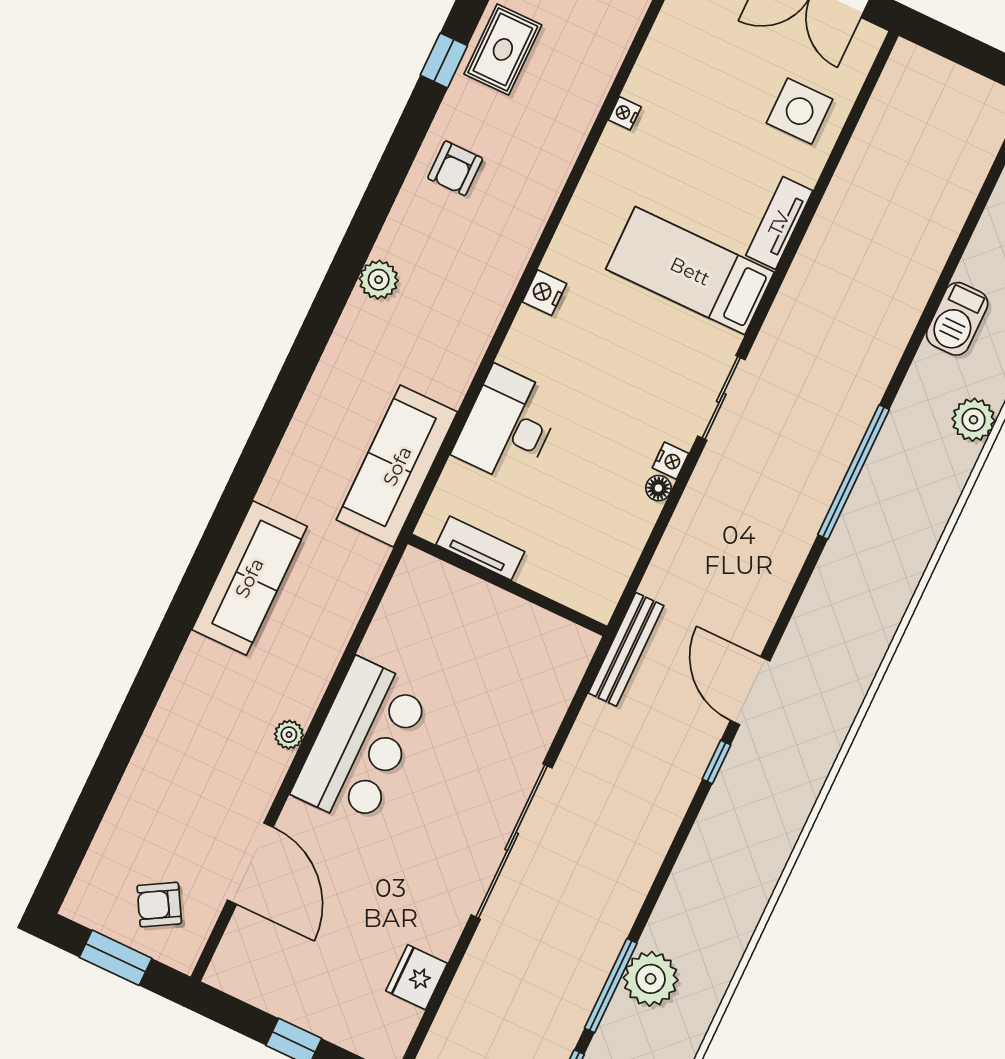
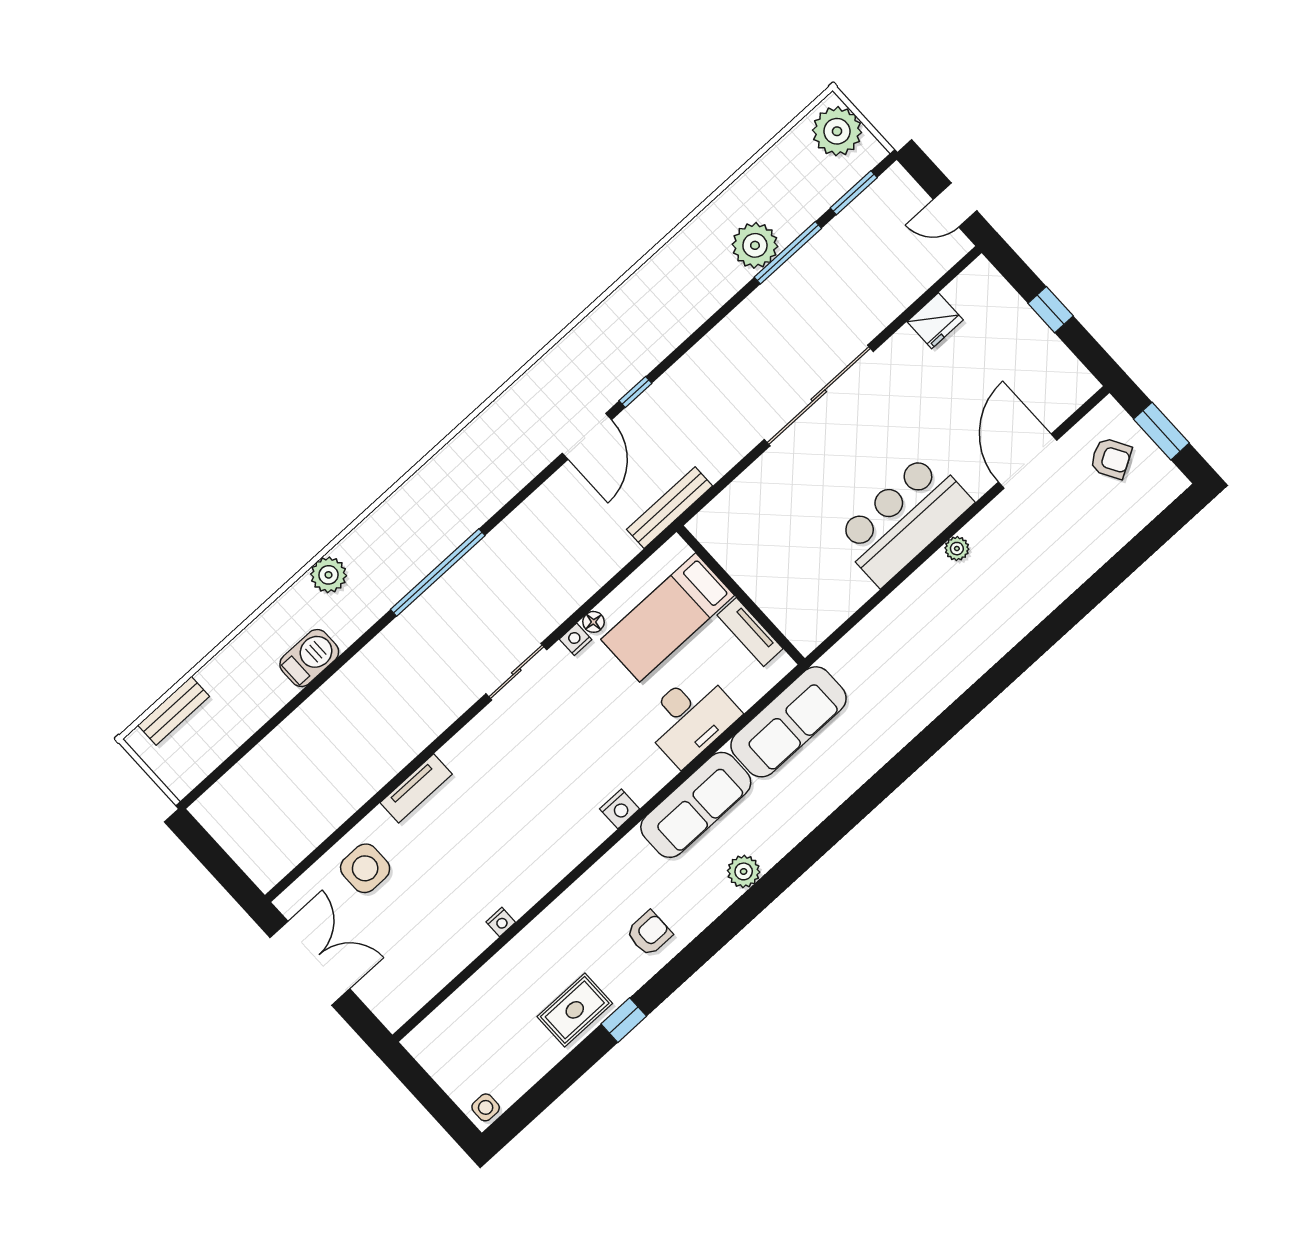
bed: (690, 271) -> (668, 617), moved, turned 90
sofa: (249, 578) -> (696, 805), moved, turned 180

